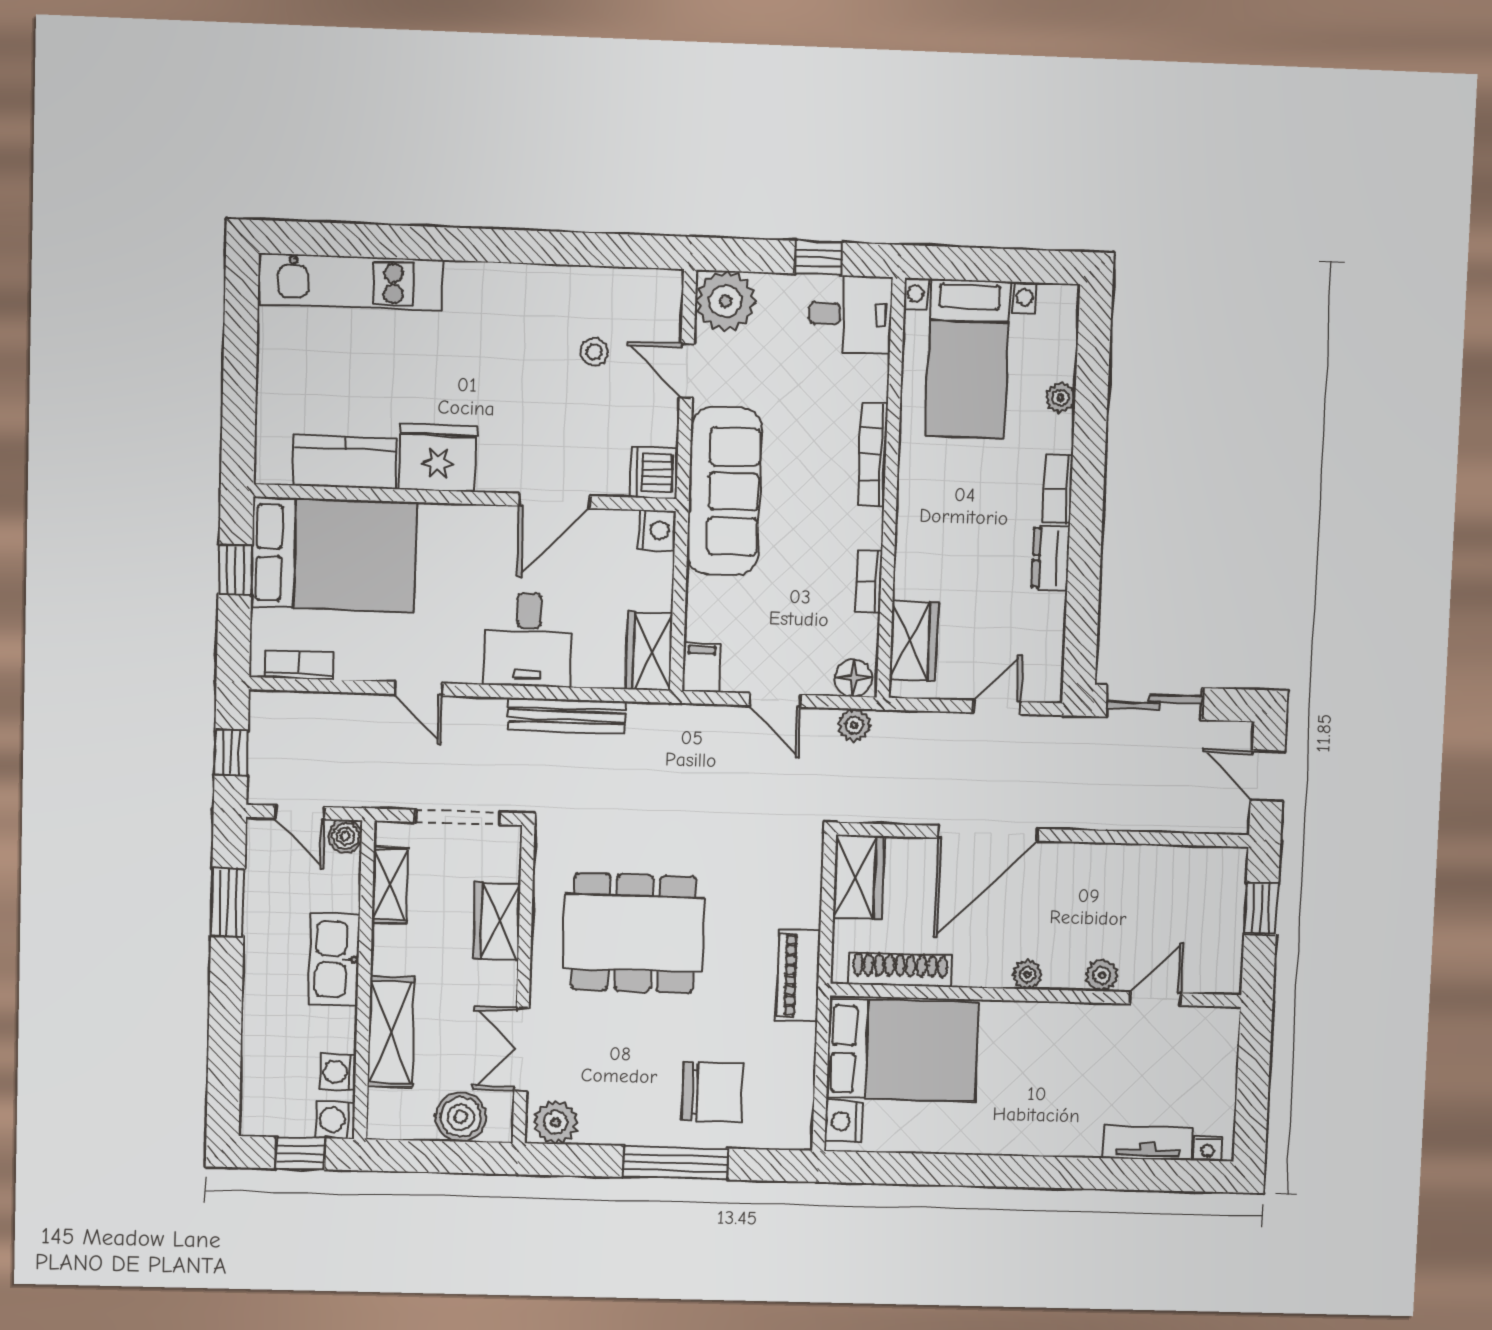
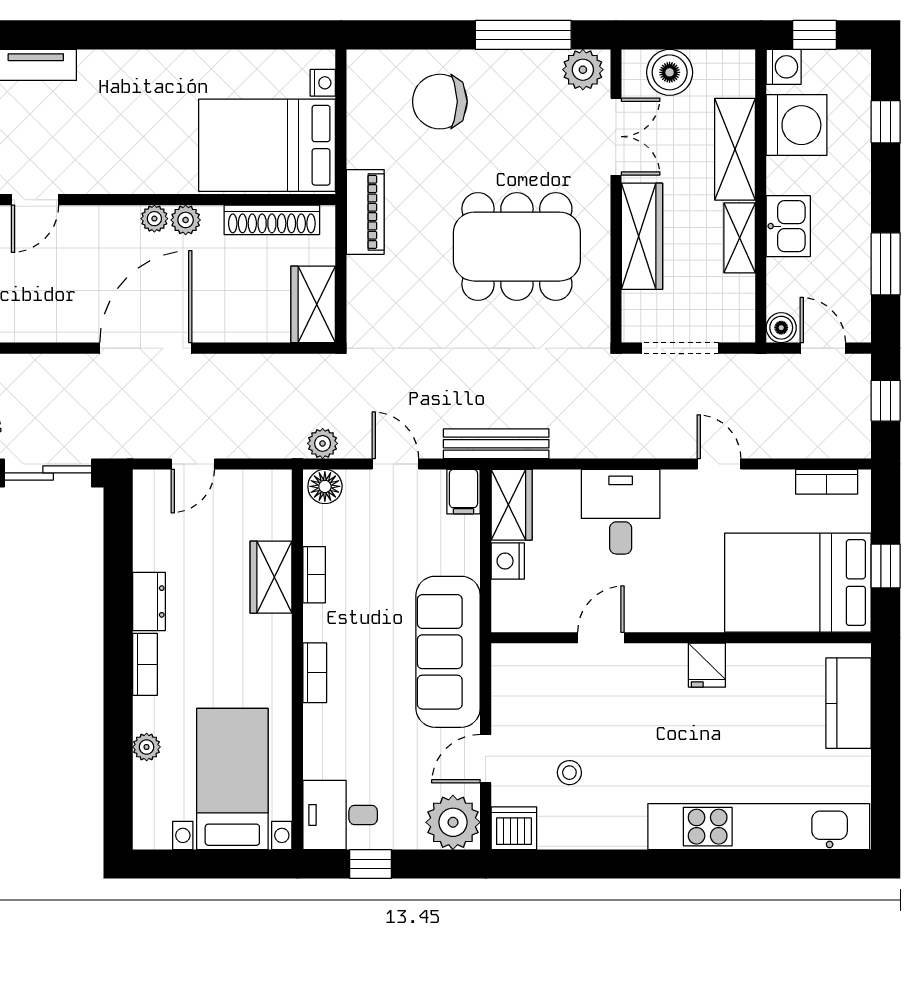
kitchen unit: (351, 282) -> (759, 827), width x1.36
door: (687, 371) -> (486, 759), swing flipped
bookcase: (873, 455) -> (315, 673), width x0.64
fridge: (438, 458) -> (707, 665), width x0.53, depth x0.75
kitchen counter: (345, 462) -> (849, 703), moved, turned 90
dishwasher: (654, 473) -> (514, 828), moved, turned -90
door: (555, 501) -> (601, 638), width x0.73
nightstand: (657, 530) -> (508, 561), moved
wardrobe: (914, 641) -> (271, 577), moved
bench: (567, 716) -> (496, 444), moved
door: (988, 833) -> (146, 348), moved
shelving: (390, 885) -> (740, 238), moved
wardrobe: (497, 921) -> (642, 236), width x1.50
kitchen sink: (334, 959) -> (788, 226), width x0.73
plant: (1102, 975) -> (186, 220), moved
window: (224, 1057) -> (886, 122), added
washing machine: (338, 1072) -> (797, 125), width x1.89, depth x1.89
nightstand: (844, 1121) -> (323, 83), width x0.72, depth x0.74
window: (676, 1163) -> (523, 35), moved

